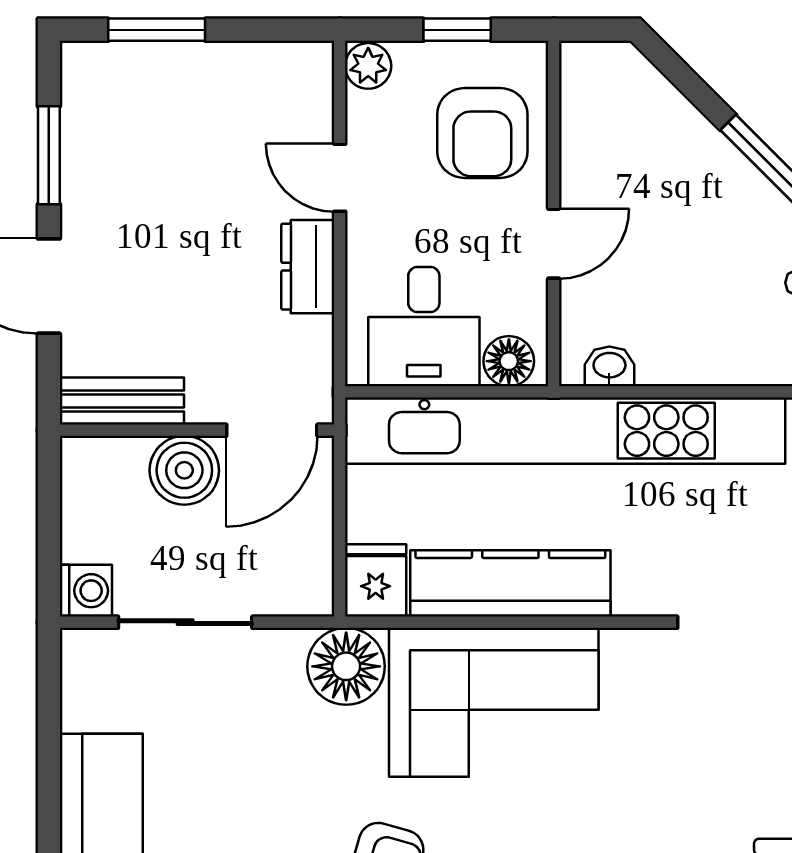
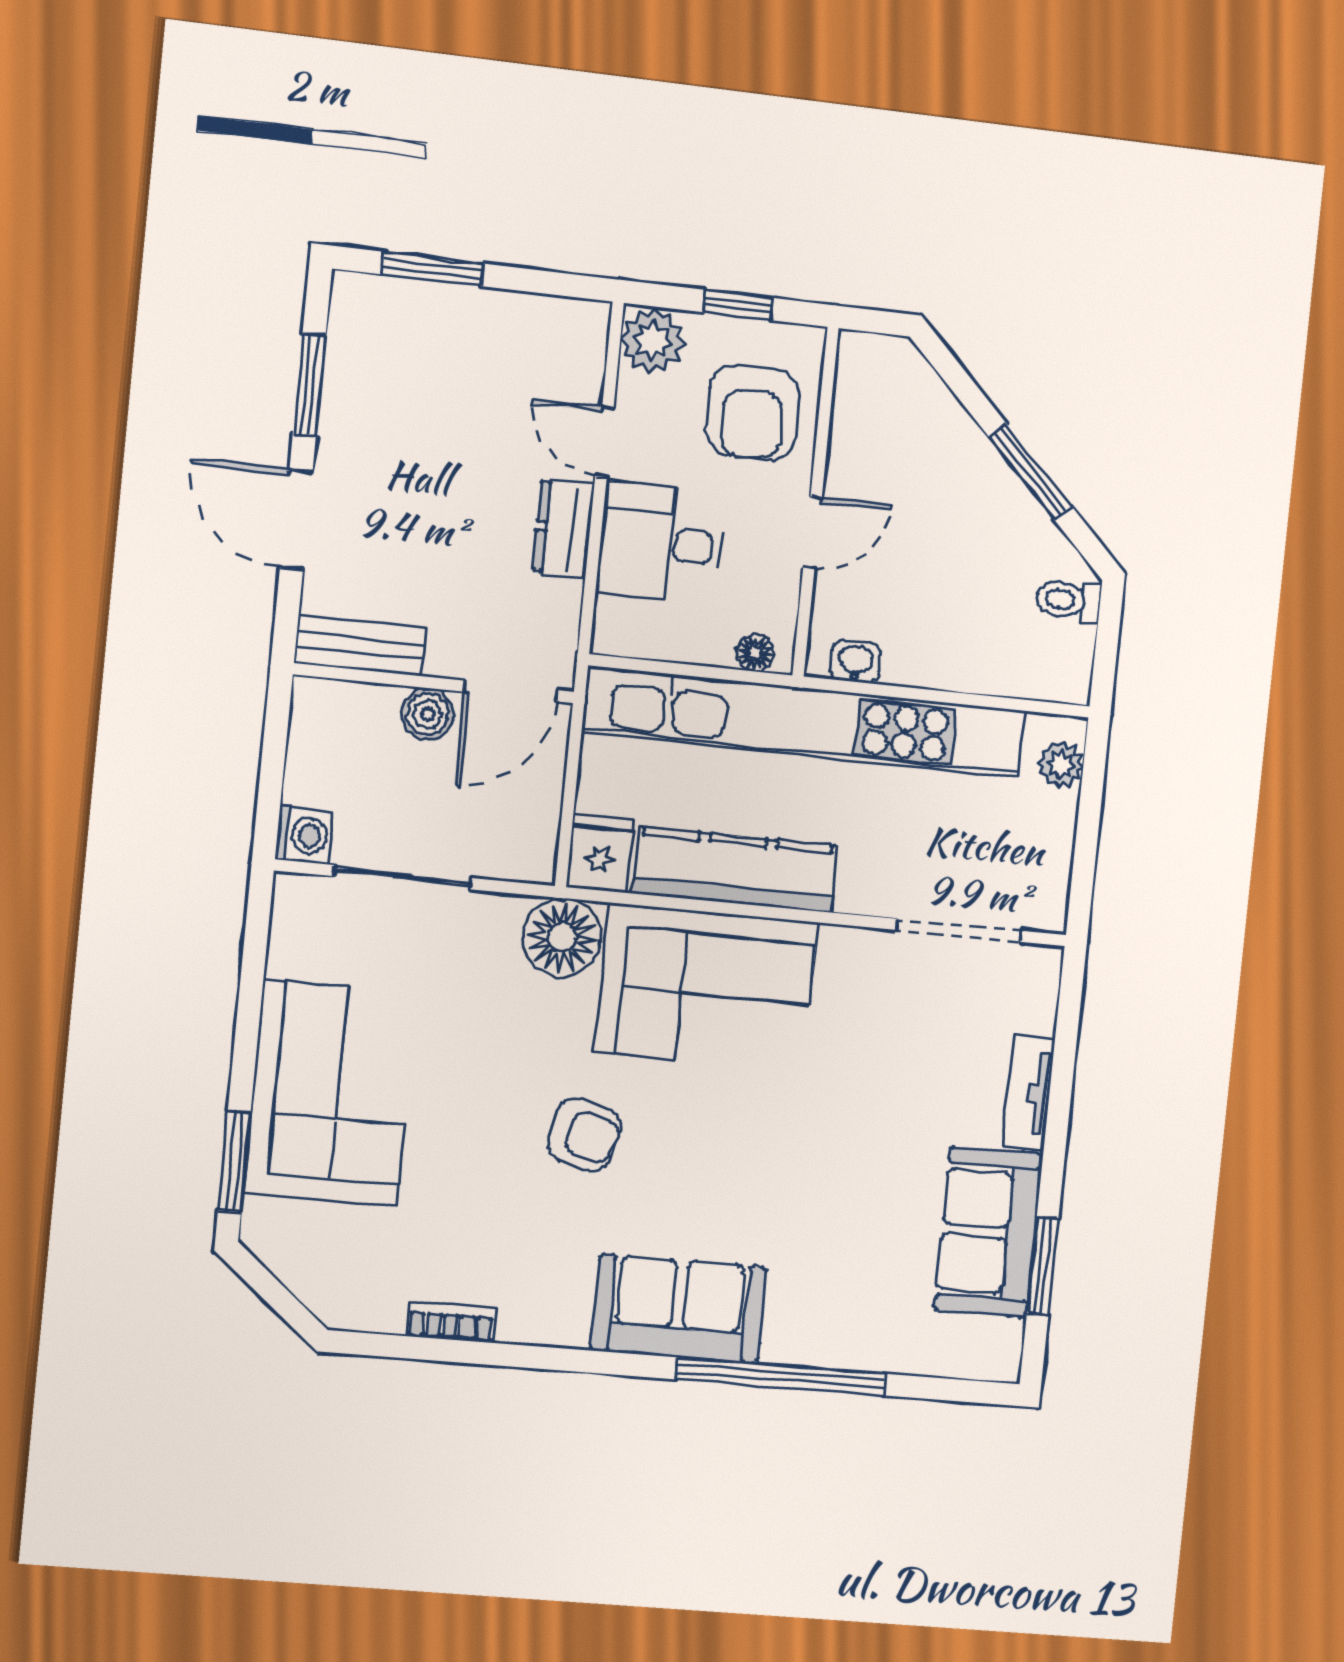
plant: (368, 66) -> (652, 341), width x1.38, depth x1.38
desk: (424, 327) -> (661, 543), moved, turned 90
floor lamp: (509, 361) -> (755, 653), width x0.73, depth x0.73
boiler: (184, 470) -> (428, 714), width x0.73, depth x0.73

